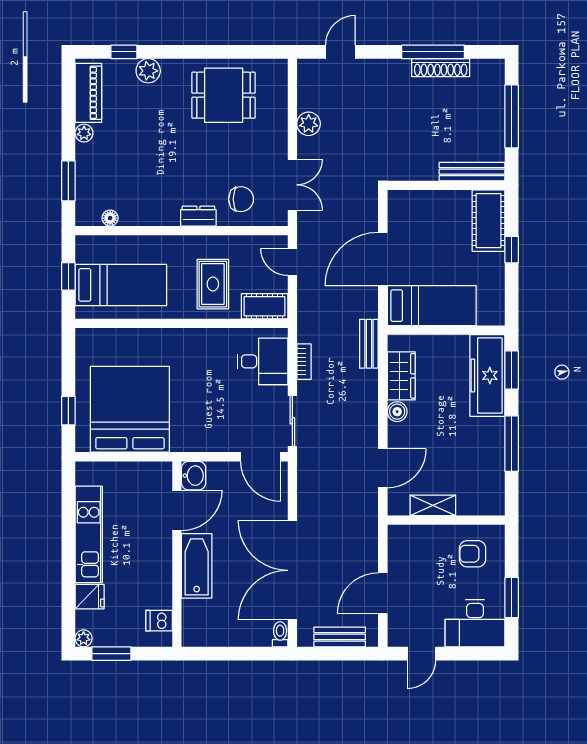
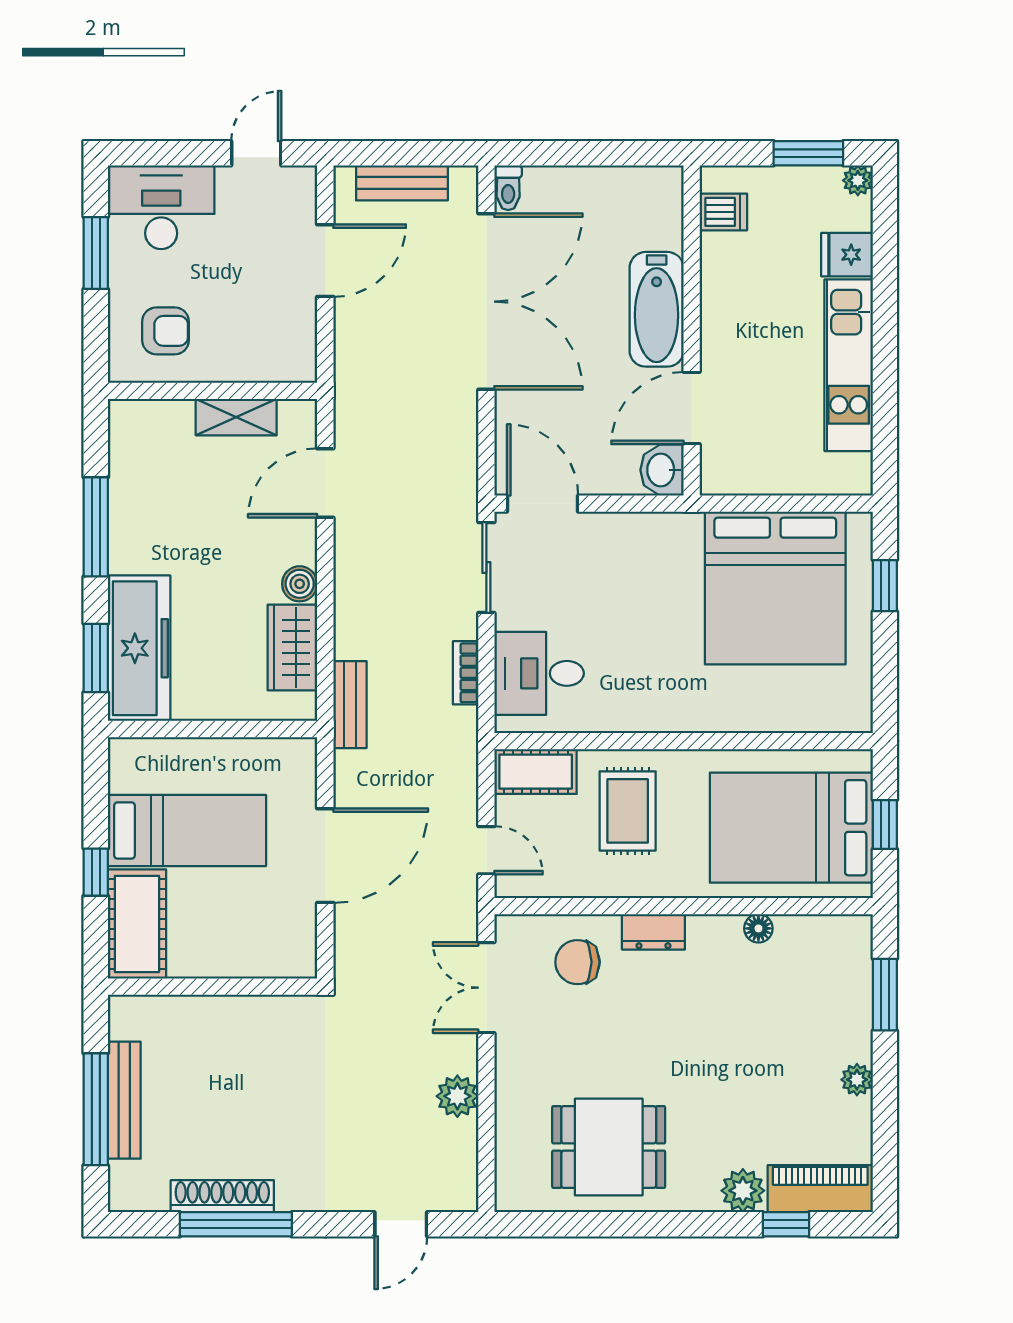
piano: (88, 93) -> (820, 1189), moved, turned 90
bench: (472, 172) -> (124, 1100), moved, turned 90
floor lamp: (110, 218) -> (758, 928), moved
bed: (121, 285) -> (791, 828), width x1.50
bed: (432, 306) -> (187, 830), moved, turned 180

